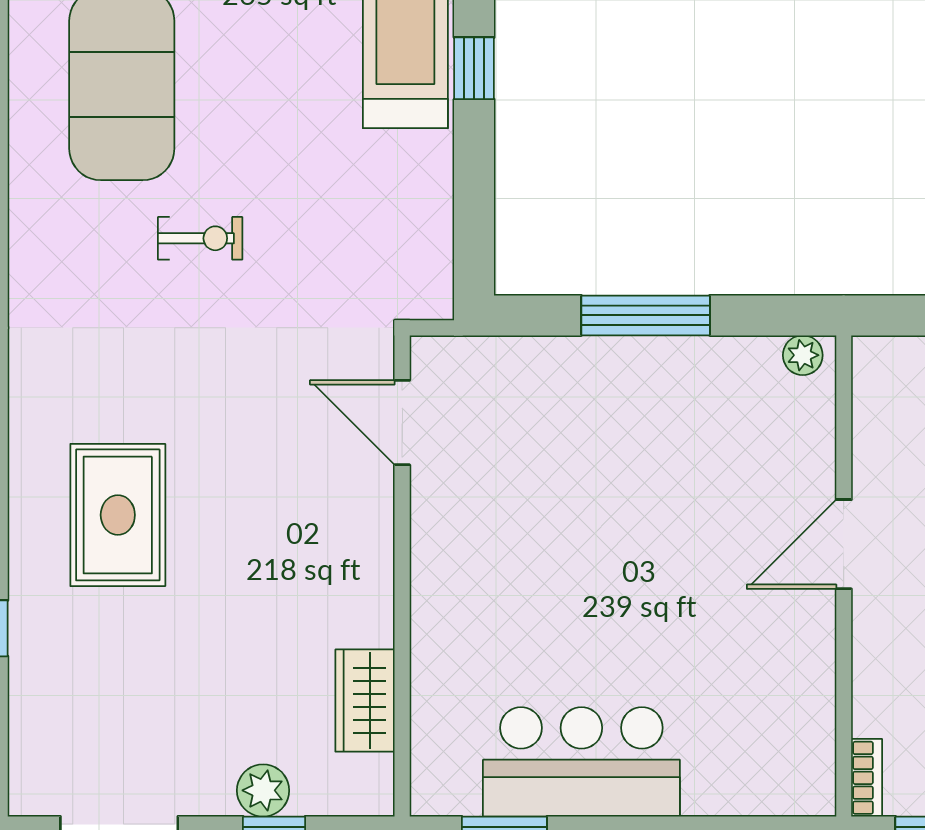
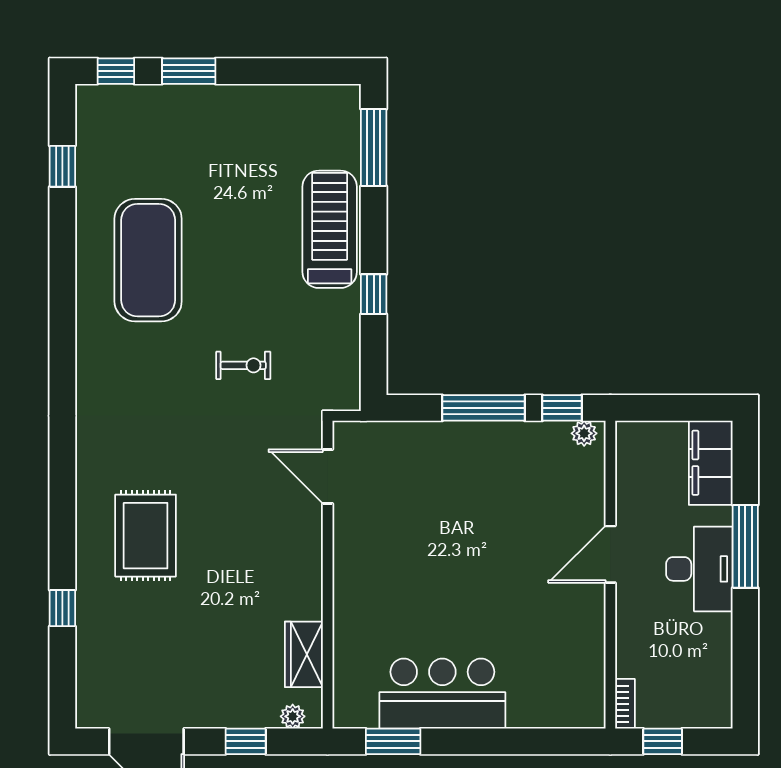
window: (474, 68) -> (374, 294), moved
exercise bike: (200, 238) -> (243, 365), moved
window: (768, 315) -> (562, 408), added
plant: (263, 790) -> (293, 716), moved, width x0.73, depth x0.73

